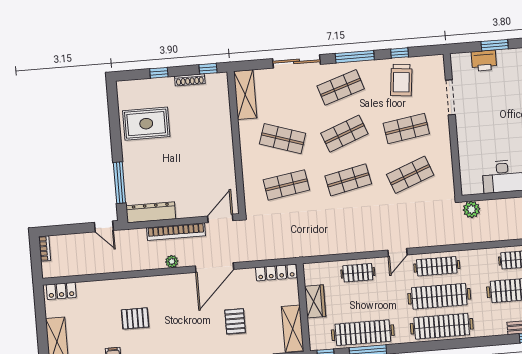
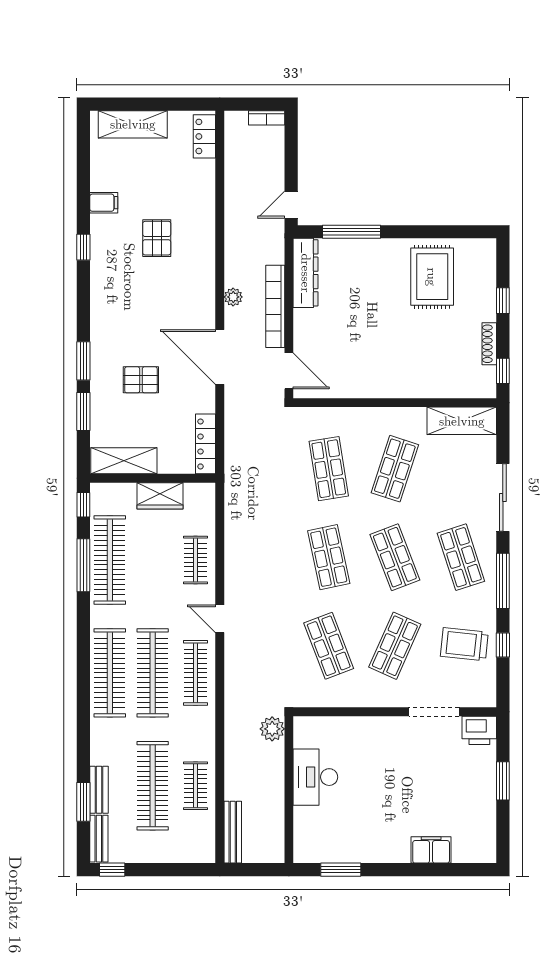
printer: (484, 61) -> (479, 730), moved, turned -90
shop shelf: (406, 129) -> (395, 646), turned 33

